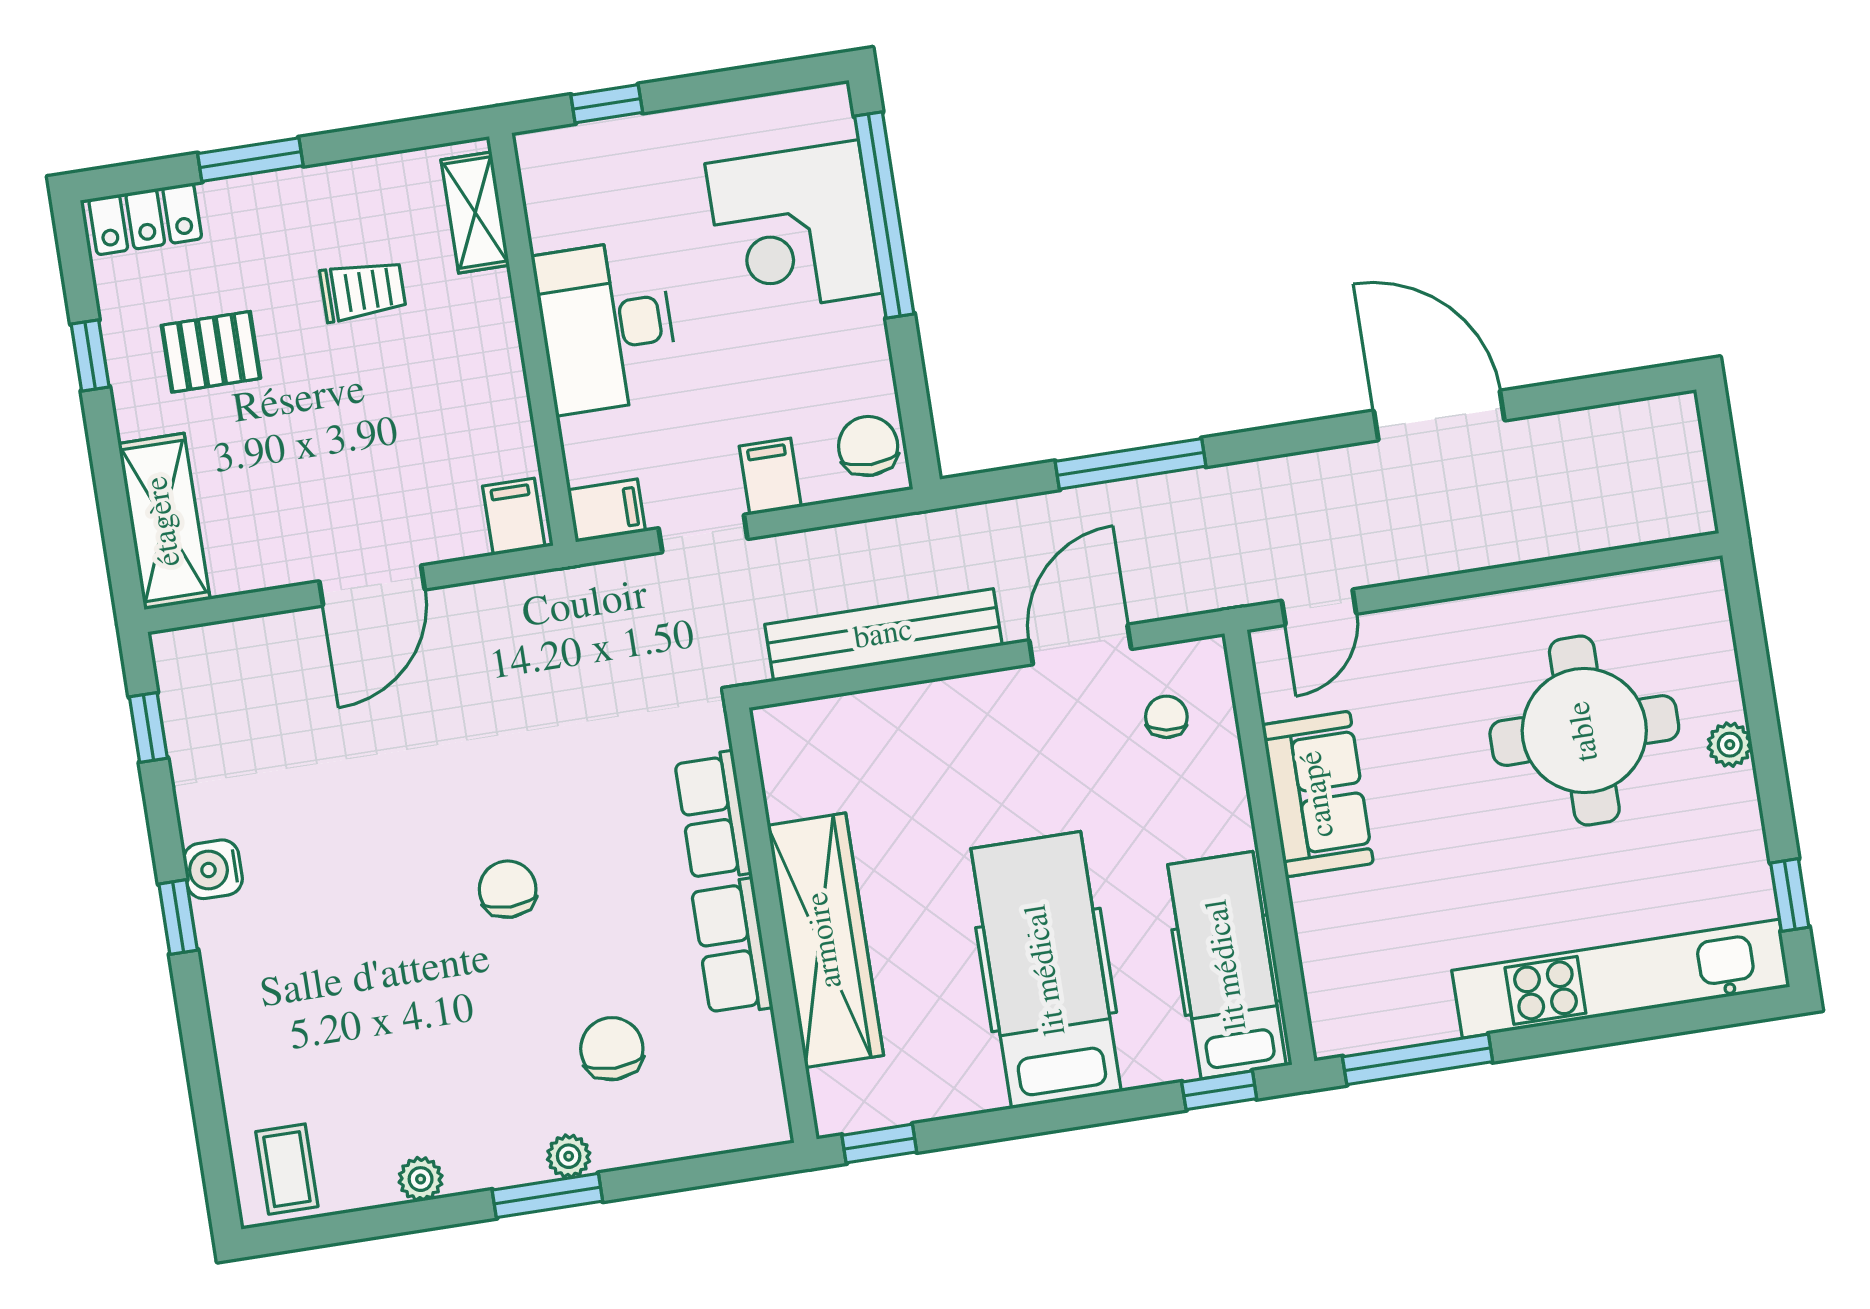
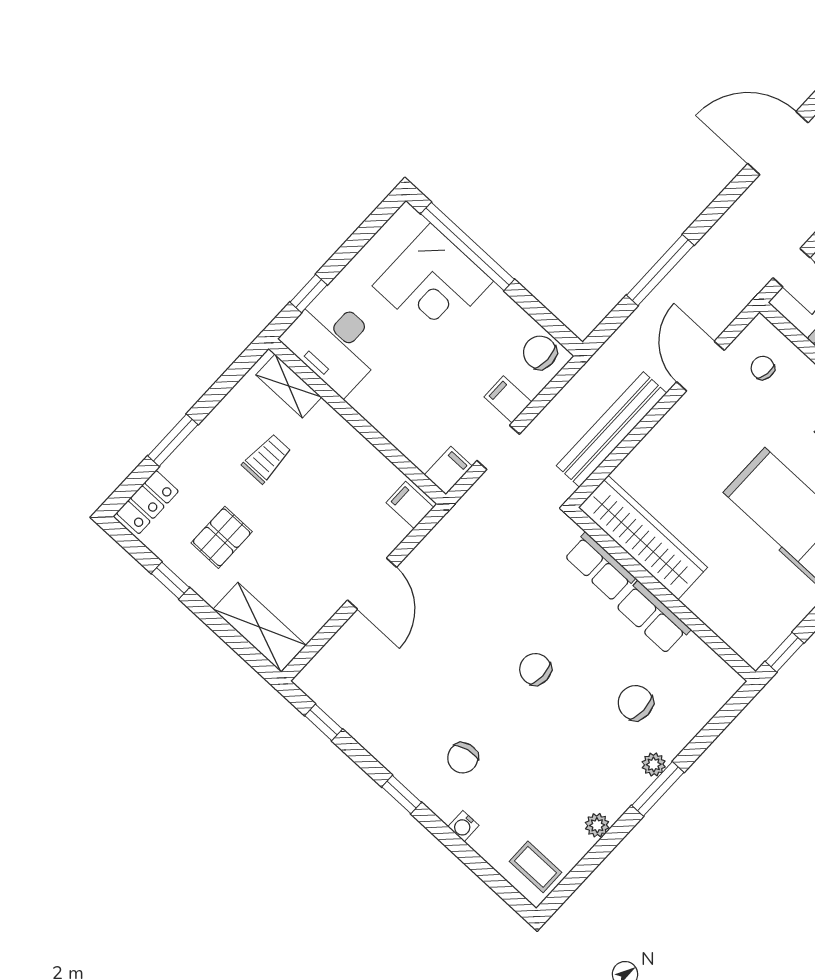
desk: (606, 326) -> (334, 343), moved
water cooler: (213, 869) -> (463, 826), moved, width x0.72, depth x0.72
chair: (306, 933) -> (463, 758), added
wardrobe: (825, 940) -> (643, 537), moved

